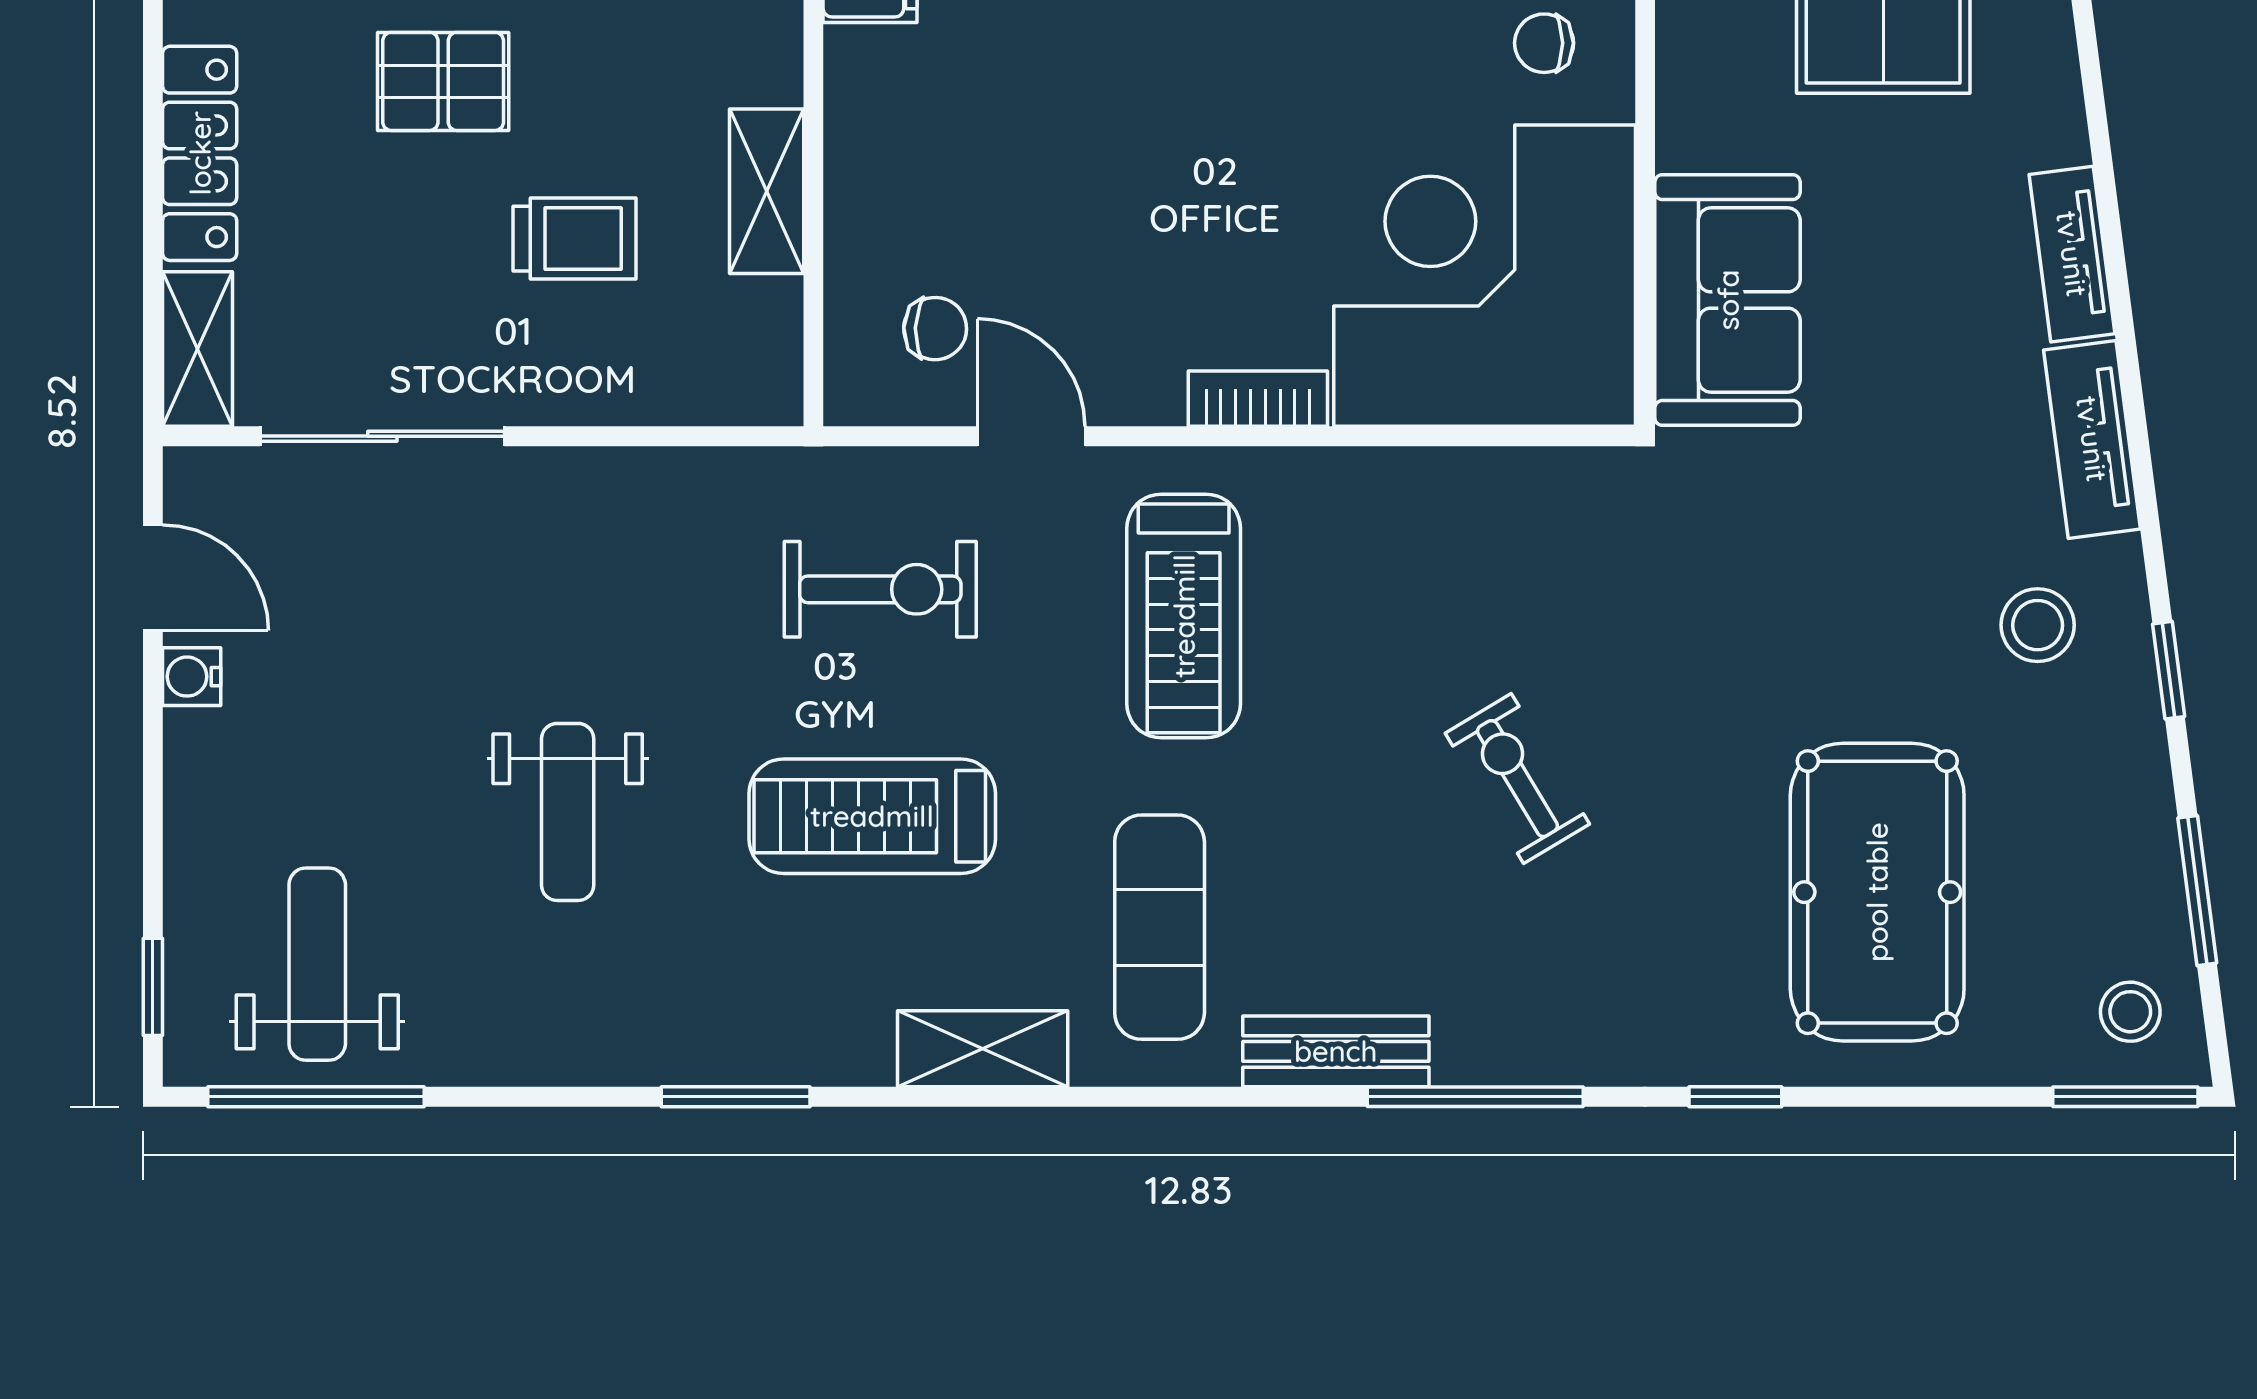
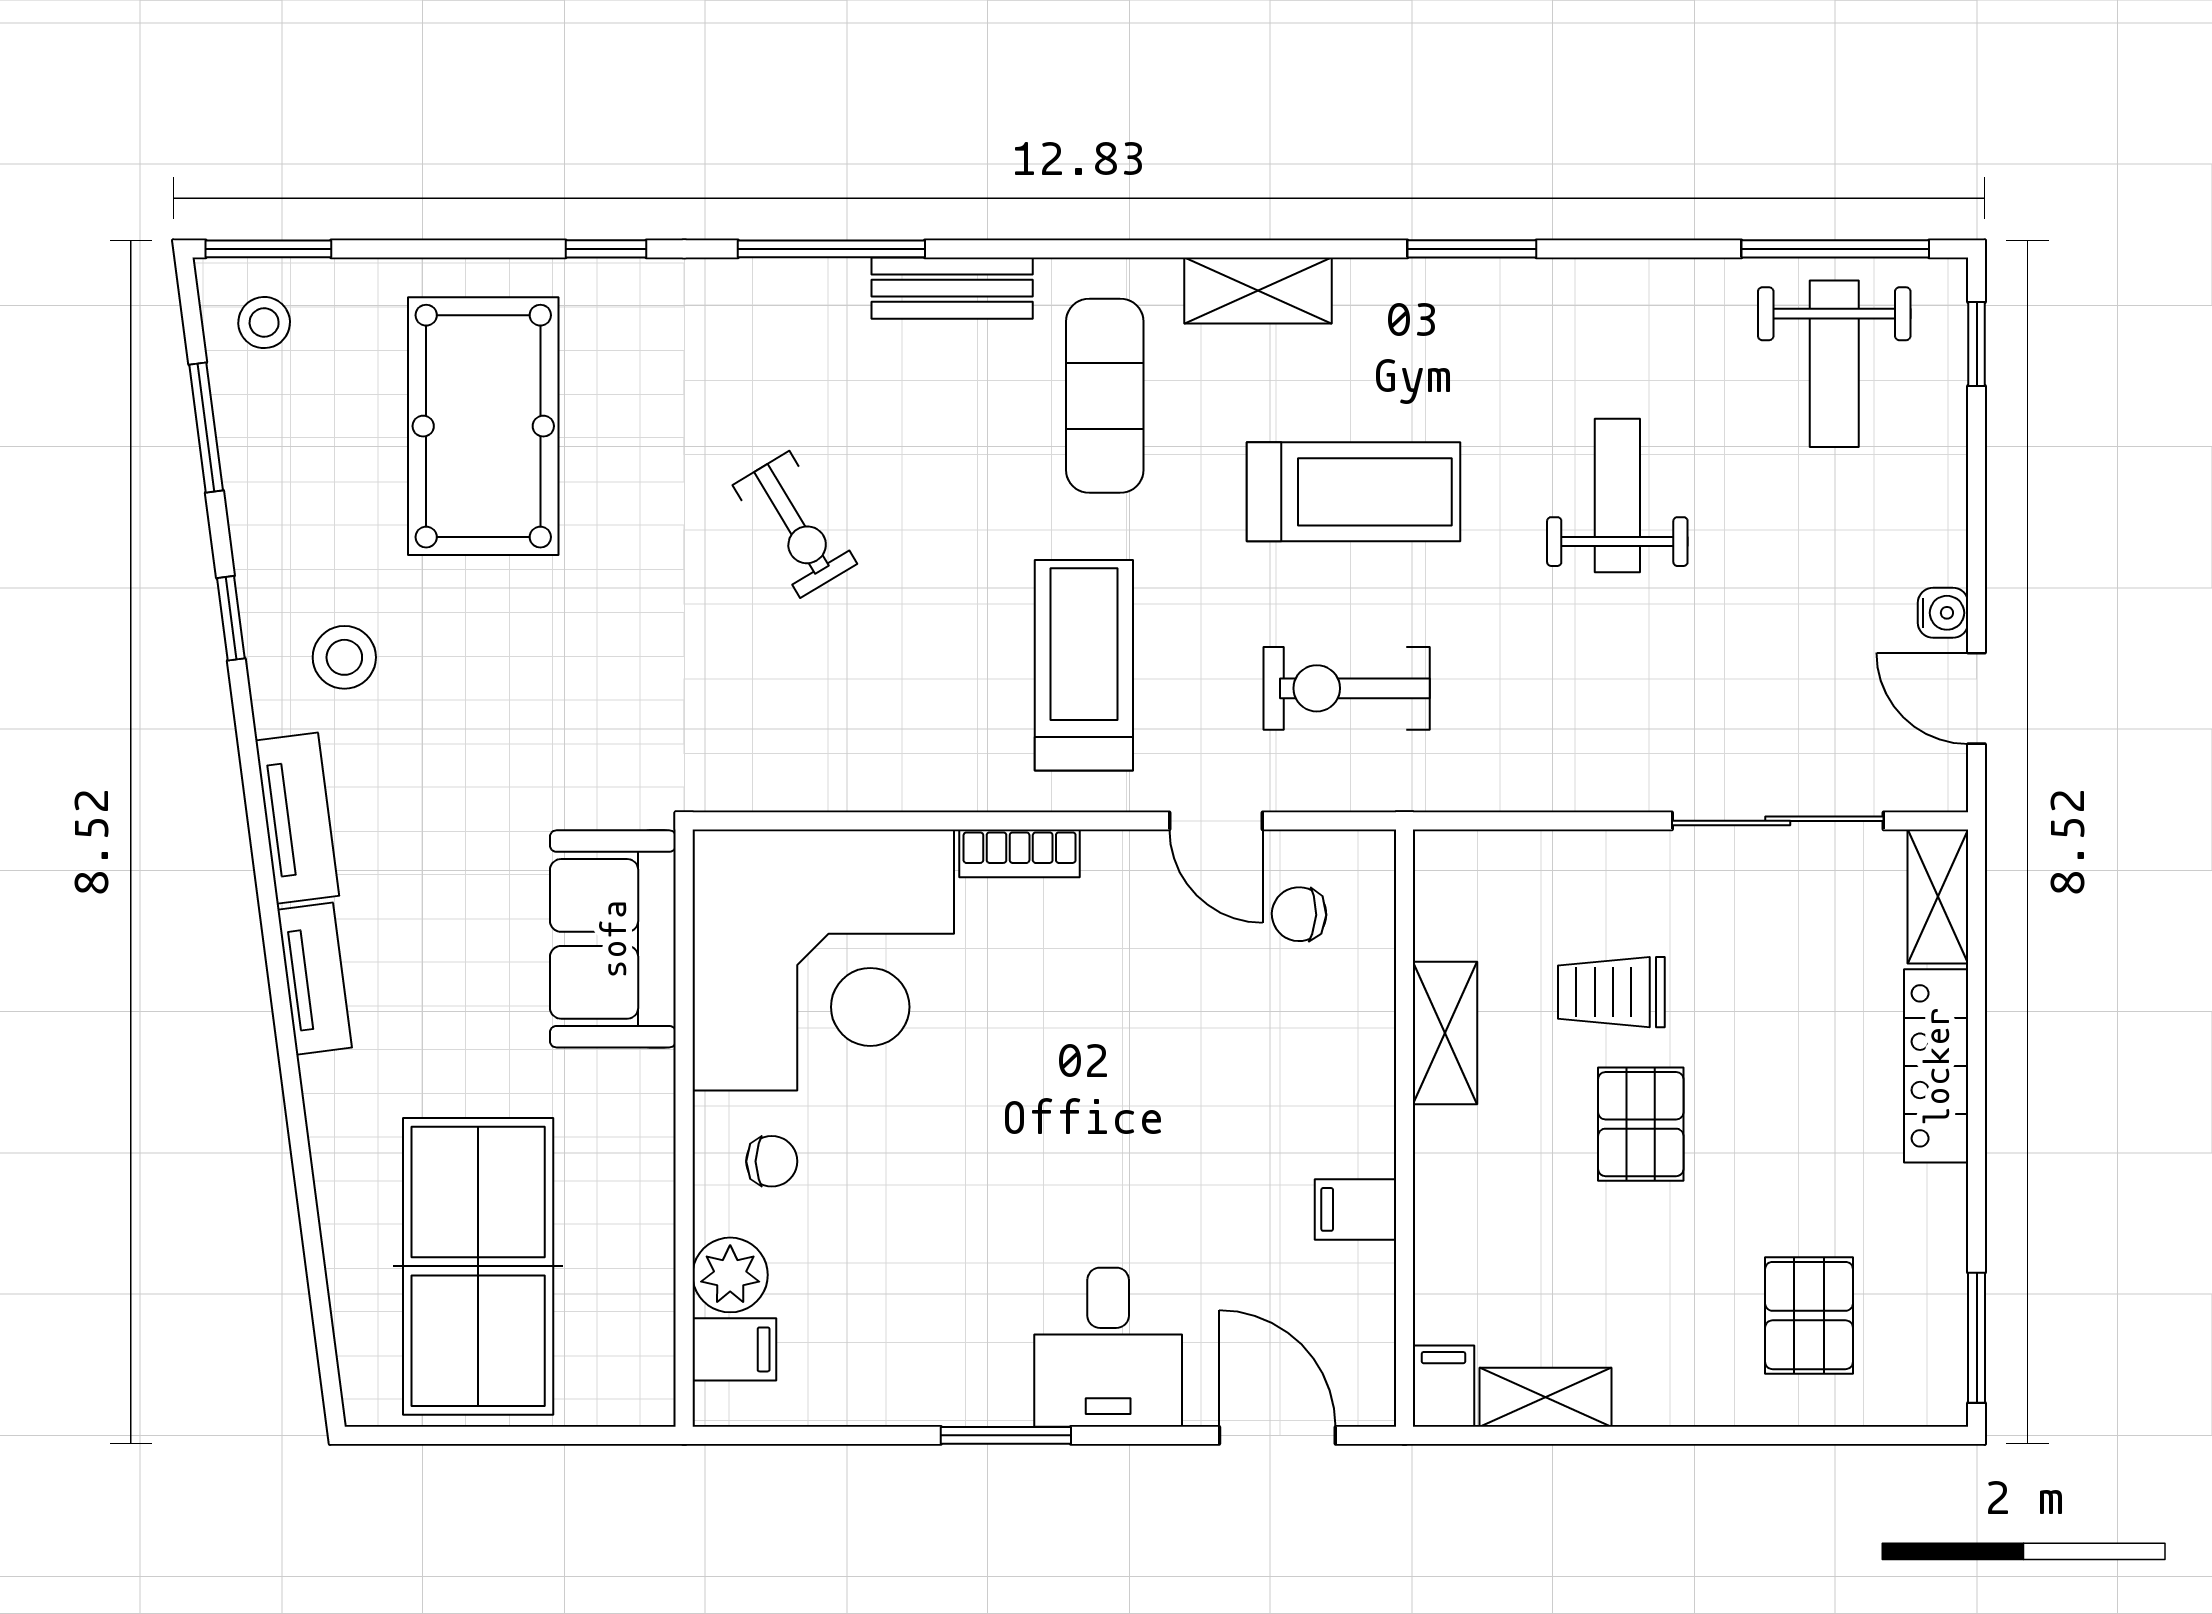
pallet: (443, 81) -> (1641, 1124), moved, turned 90

